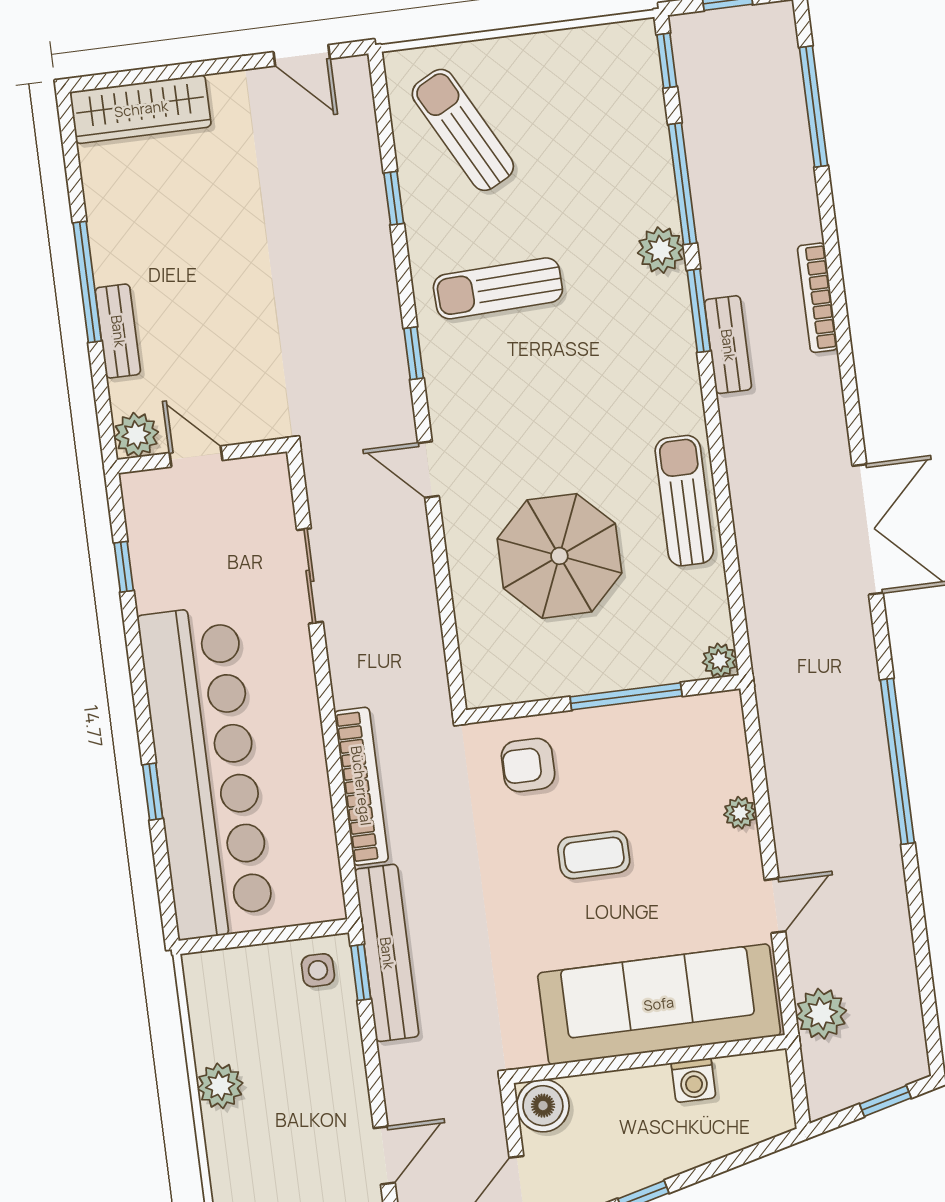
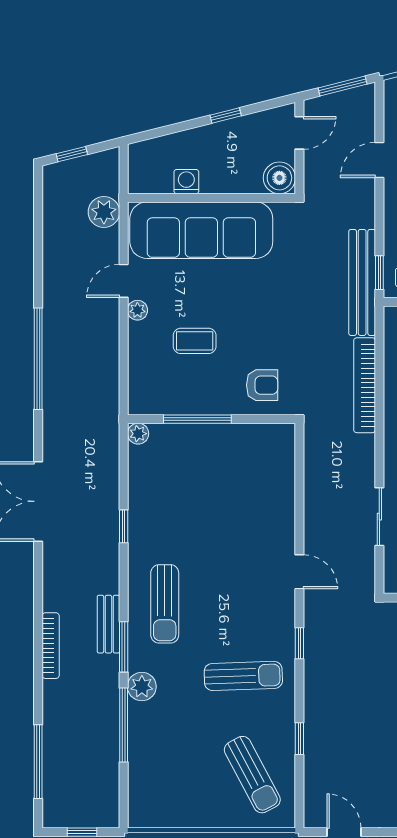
window: (667, 61) -> (124, 526), moved
sun lounger: (684, 501) -> (165, 604), moved
parasol: (559, 556) -> (227, 509), removed
plant: (740, 813) -> (137, 310), moved
coffee table: (594, 855) -> (195, 341), moved

